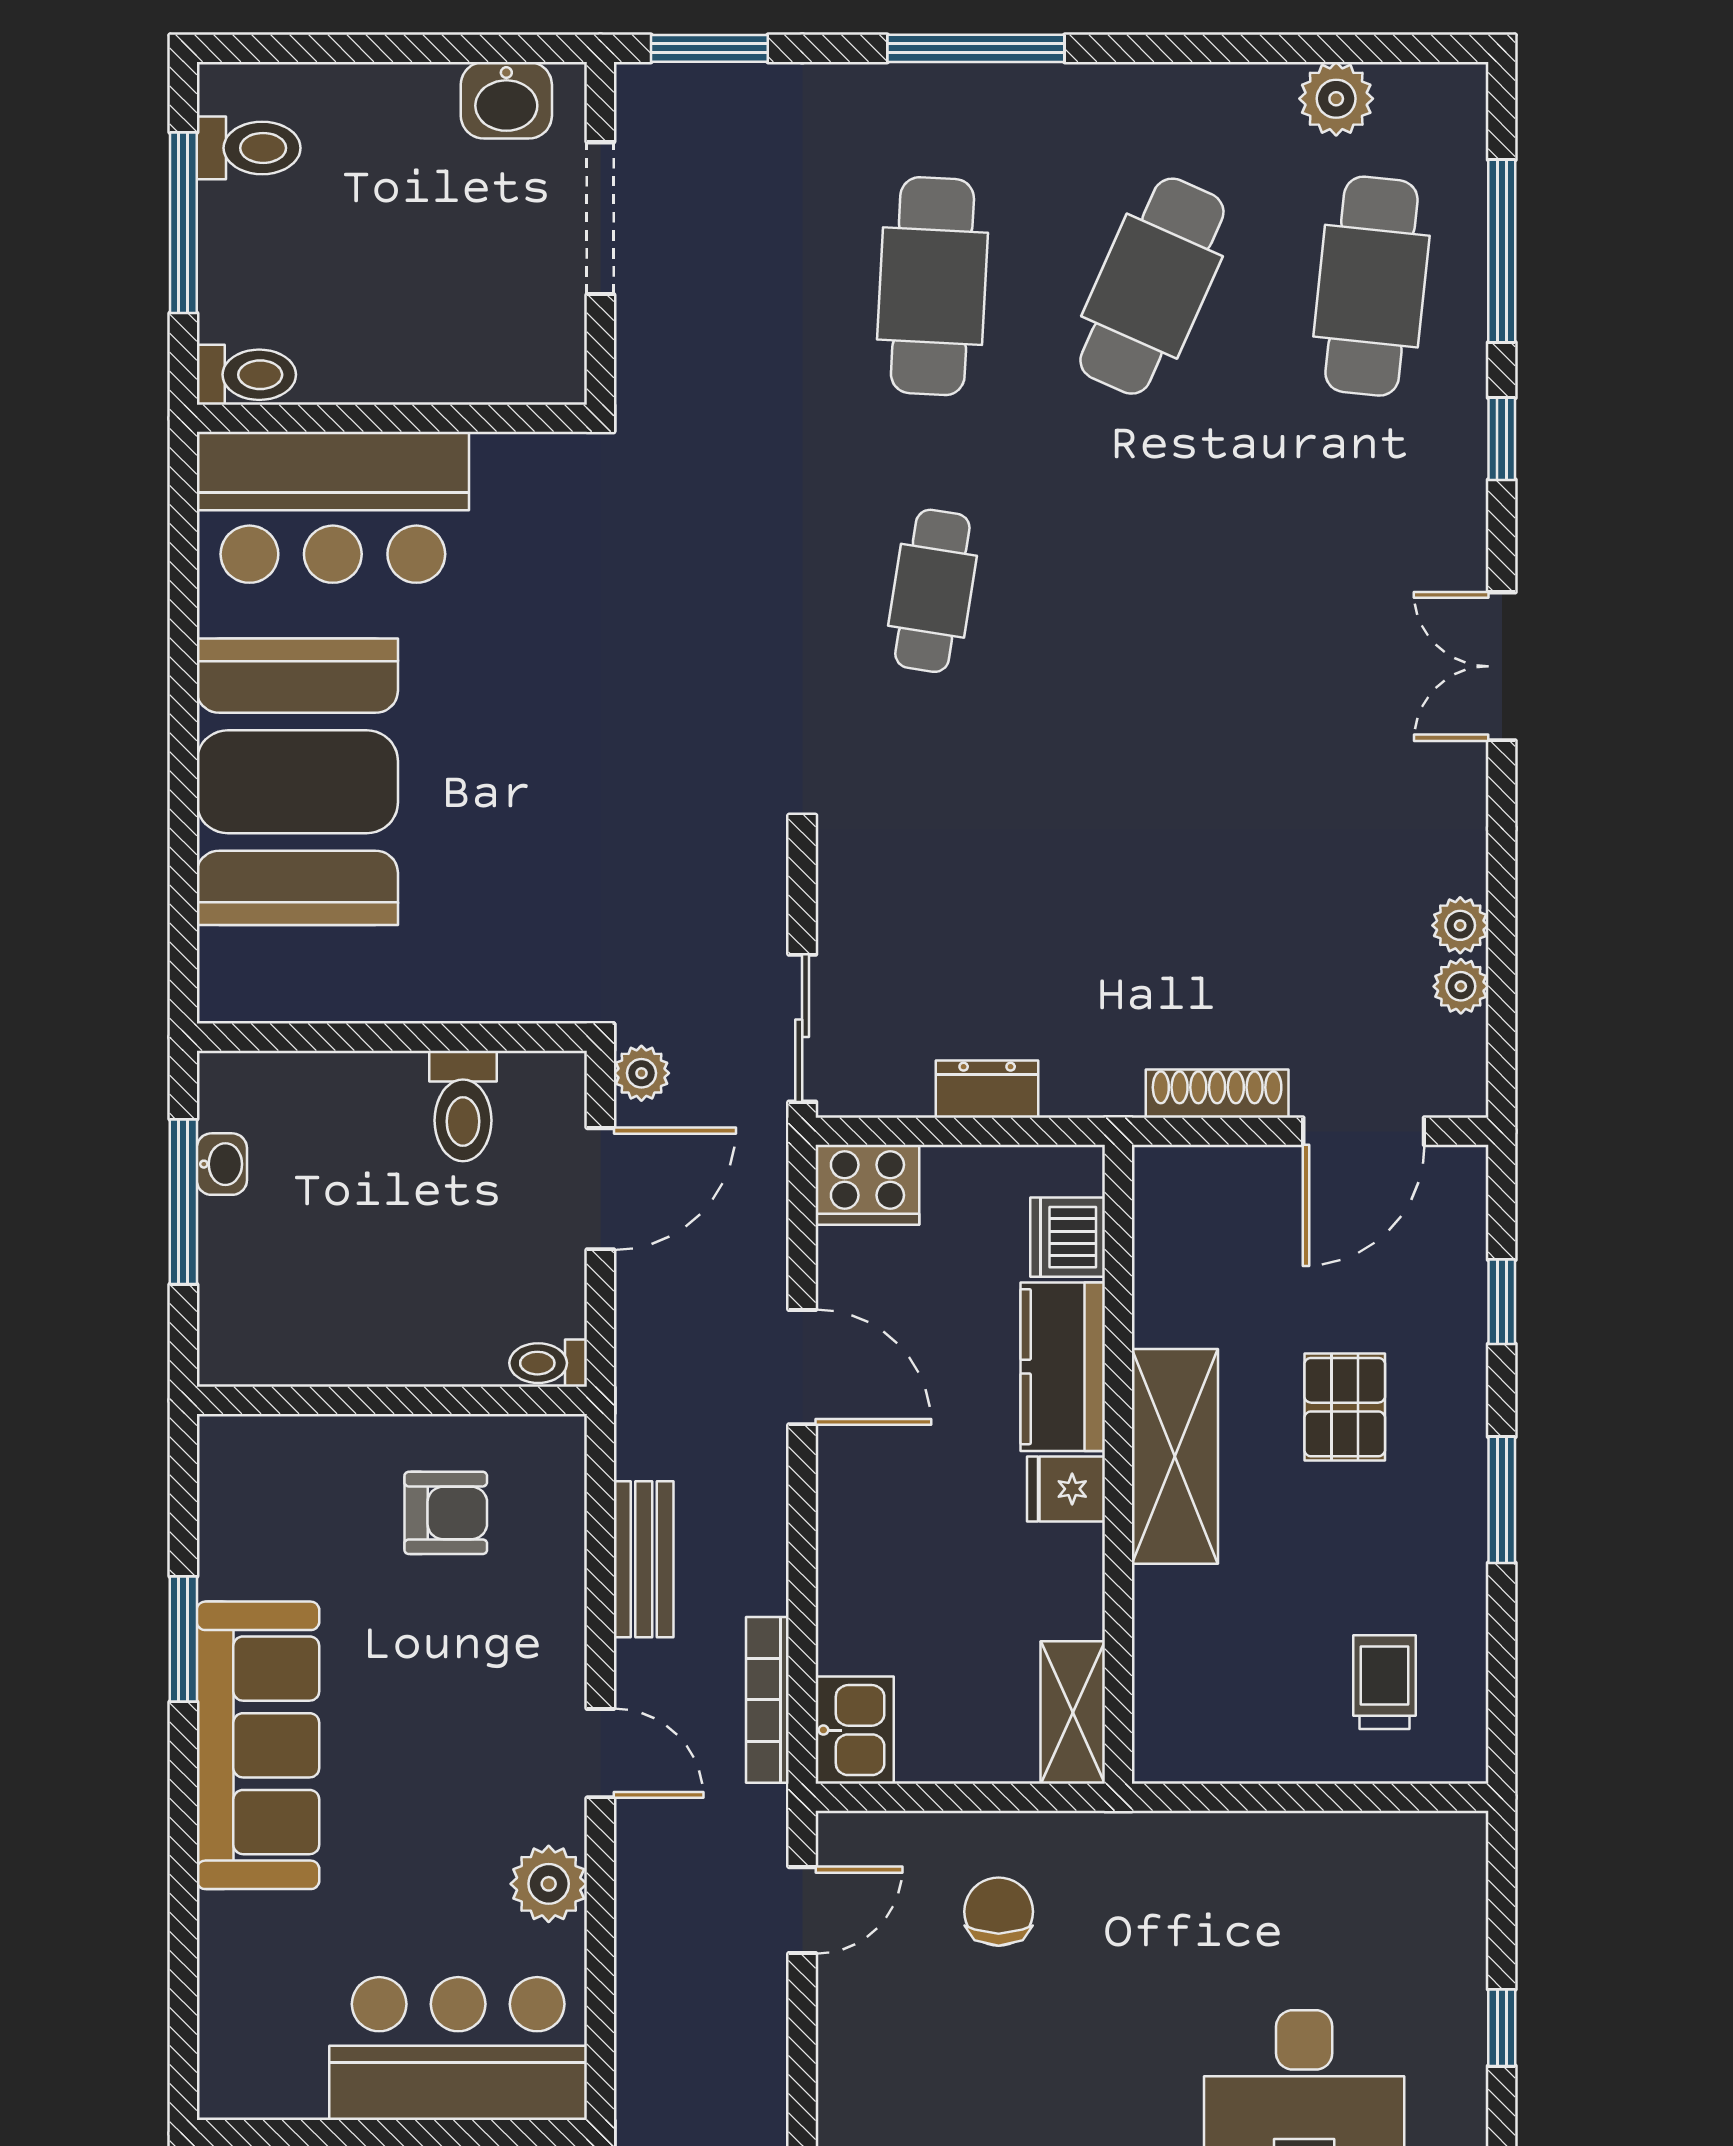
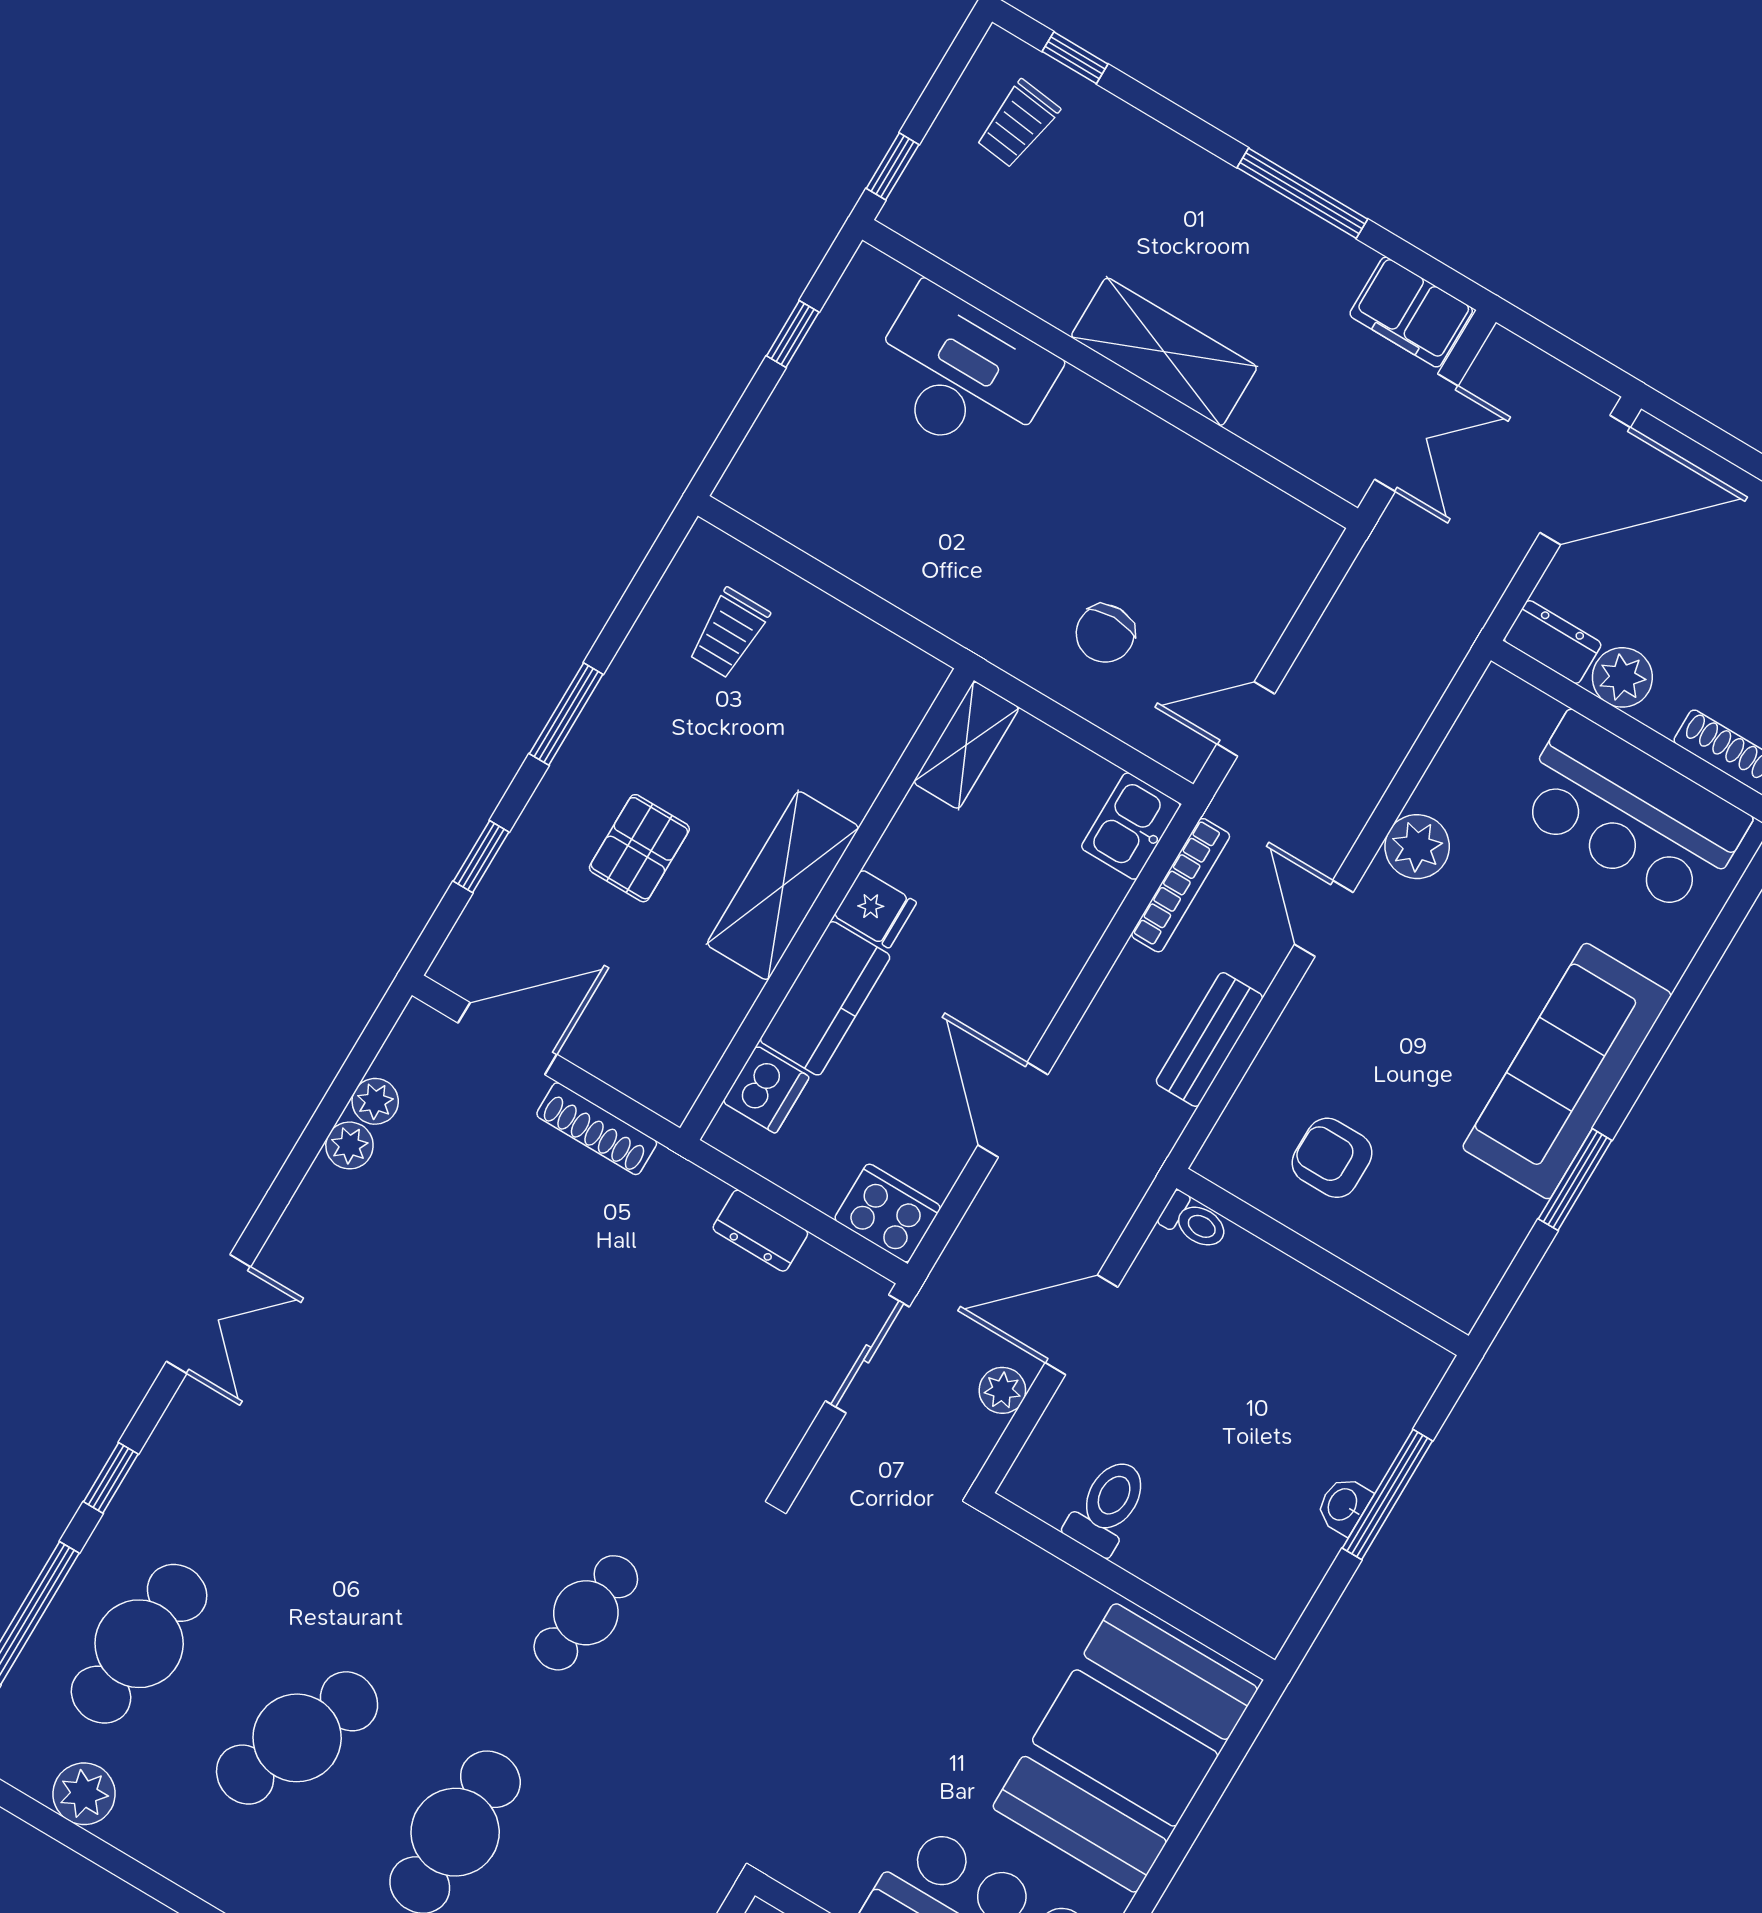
wall: (392, 1037) -> (1129, 1586), moved
toilet: (463, 1106) -> (1107, 1506), moved
bar counter: (458, 2049) -> (1631, 814), moved

